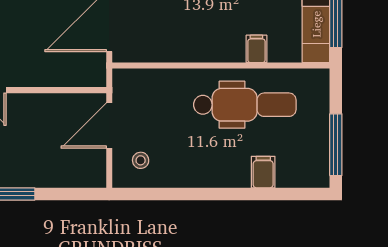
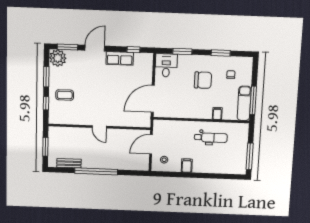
dental chair: (245, 105) -> (211, 138), width x0.73, depth x0.72
filing cabinet: (263, 172) -> (187, 166), moved

